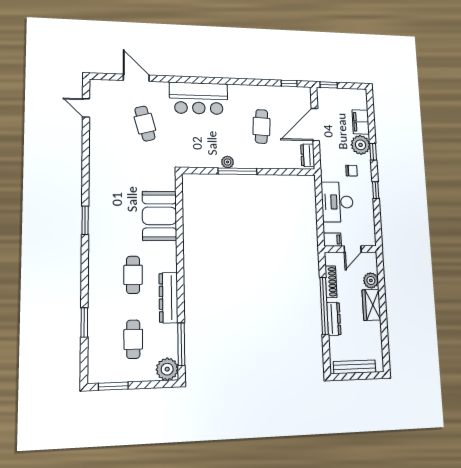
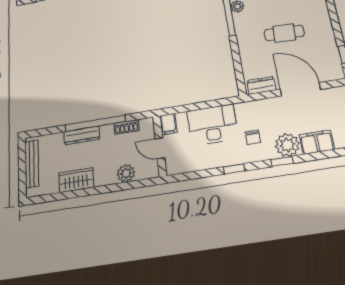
shoe rack: (331, 282) -> (127, 127), width x0.70
wardrobe: (371, 305) -> (76, 180), moved

